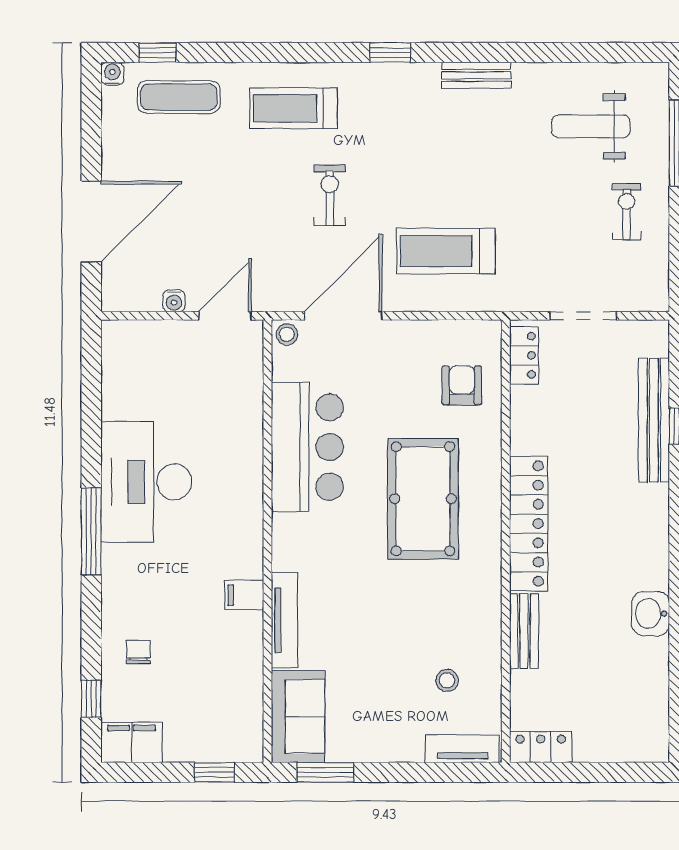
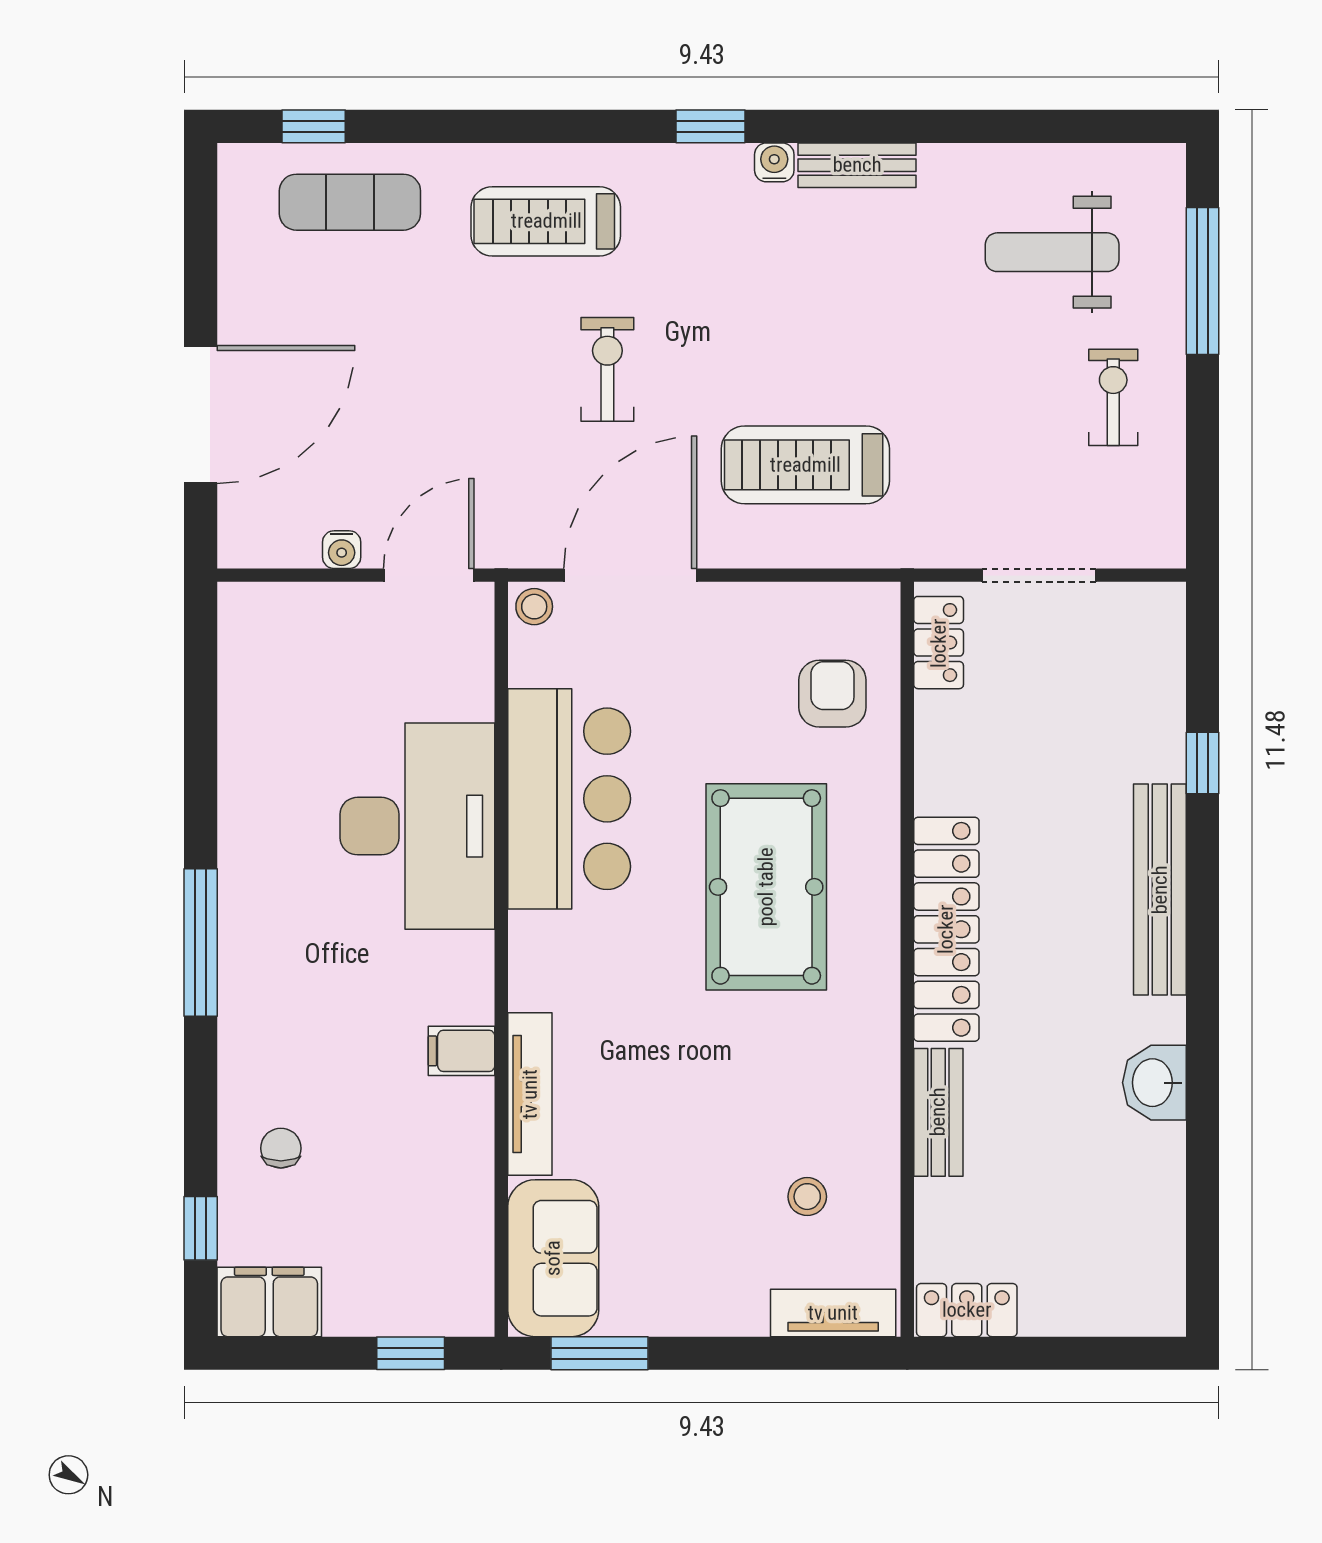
water cooler: (112, 74) -> (774, 162), moved
bench: (654, 420) -> (1160, 890), moved
desk: (146, 482) -> (417, 826), moved, turned 180

